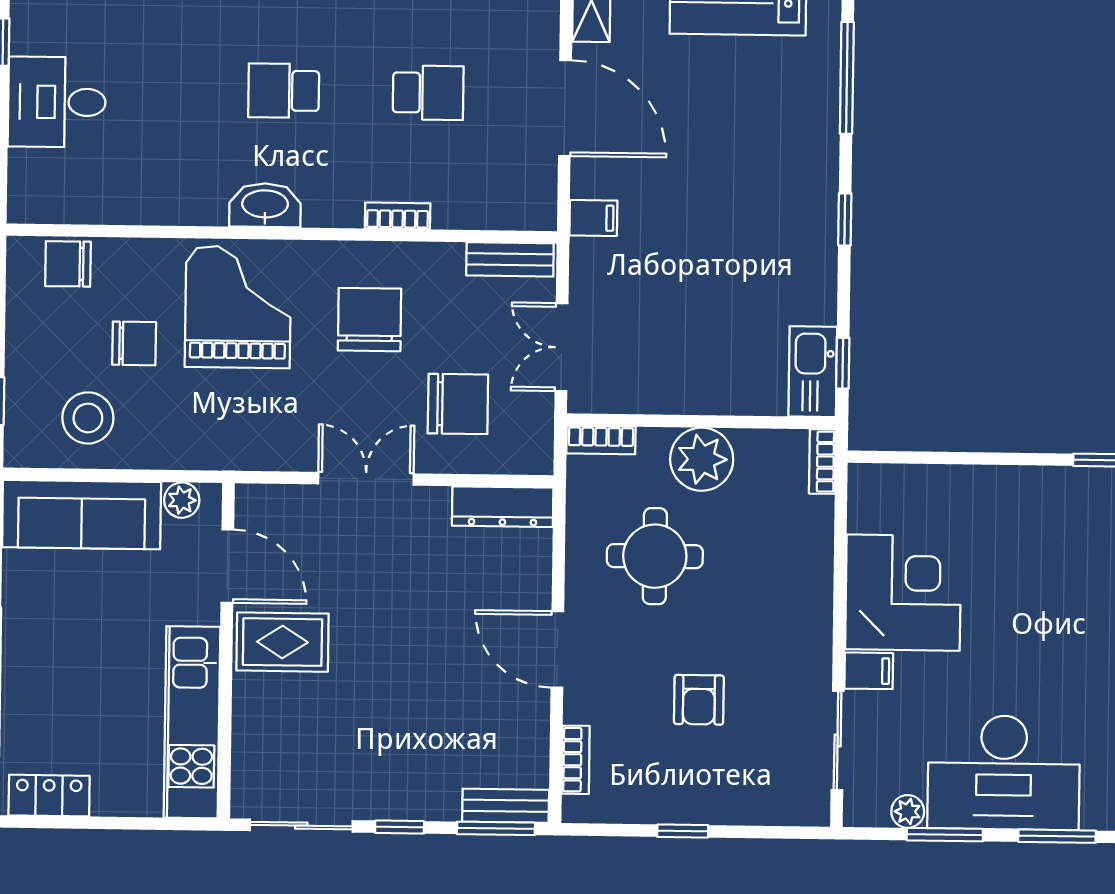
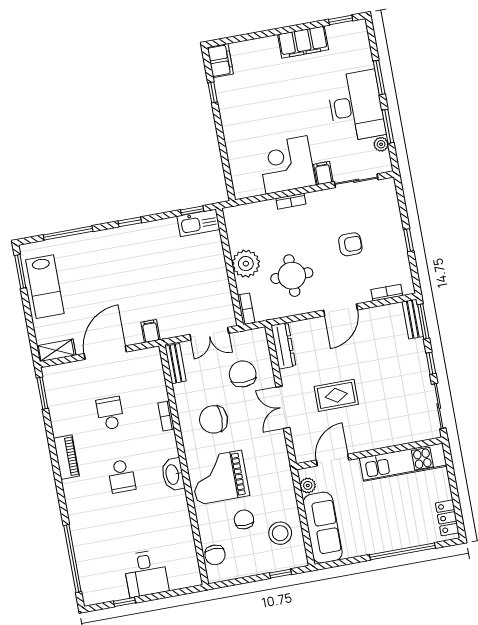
bookcase: (822, 462) -> (291, 201), moved
rug: (282, 642) -> (336, 395), moved, turned 90

